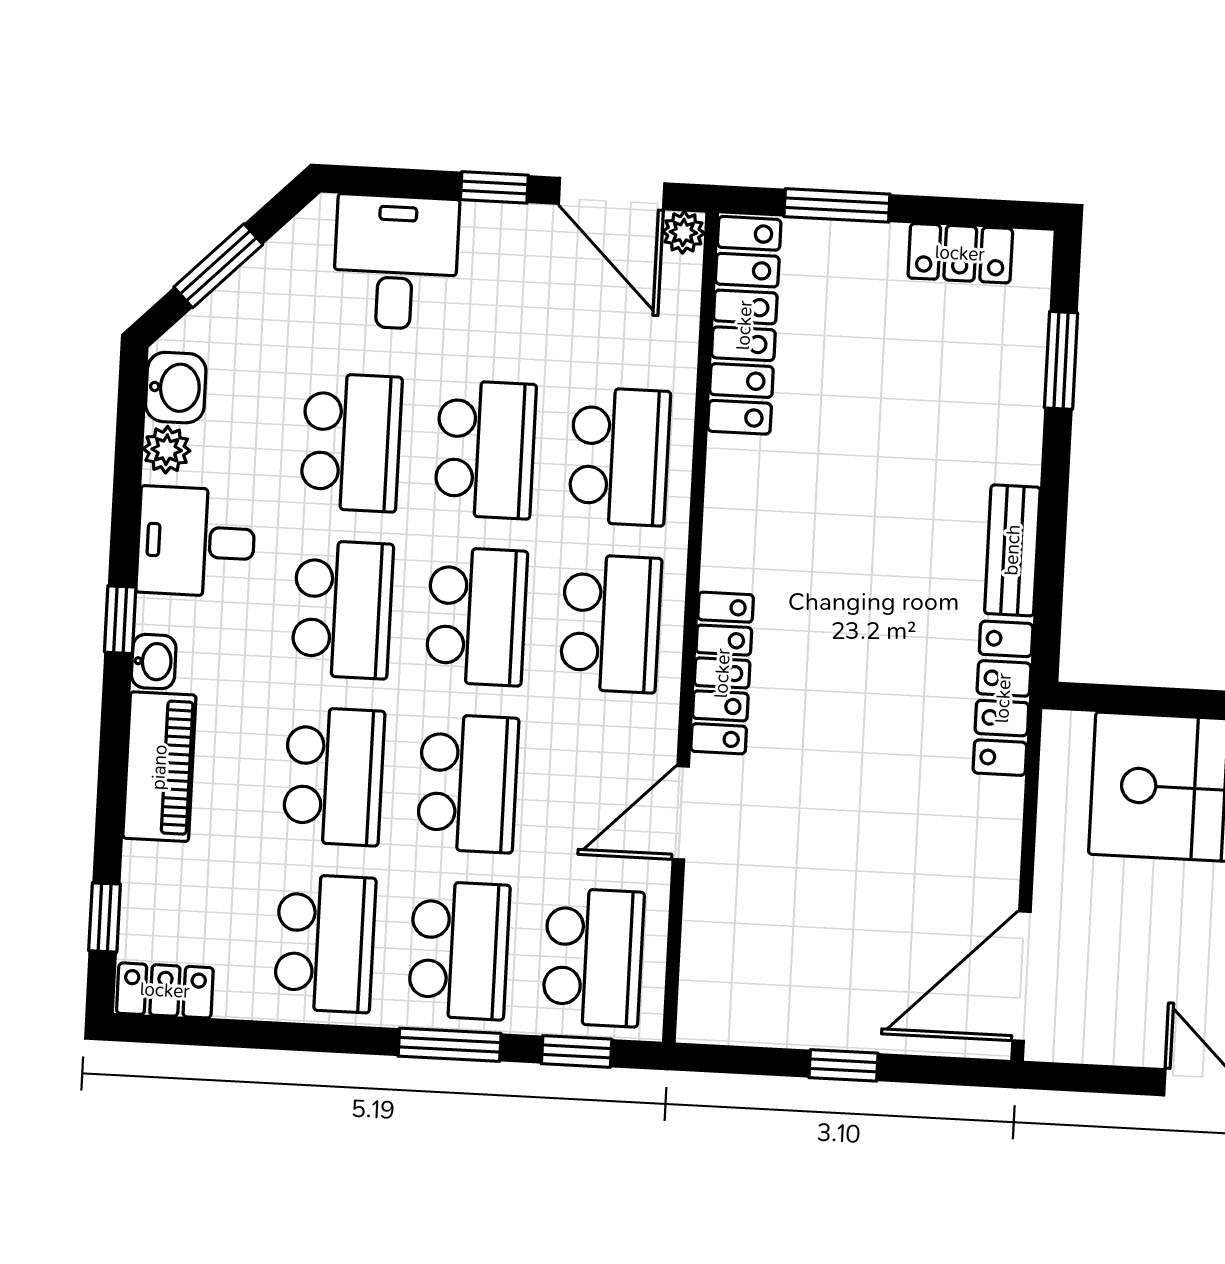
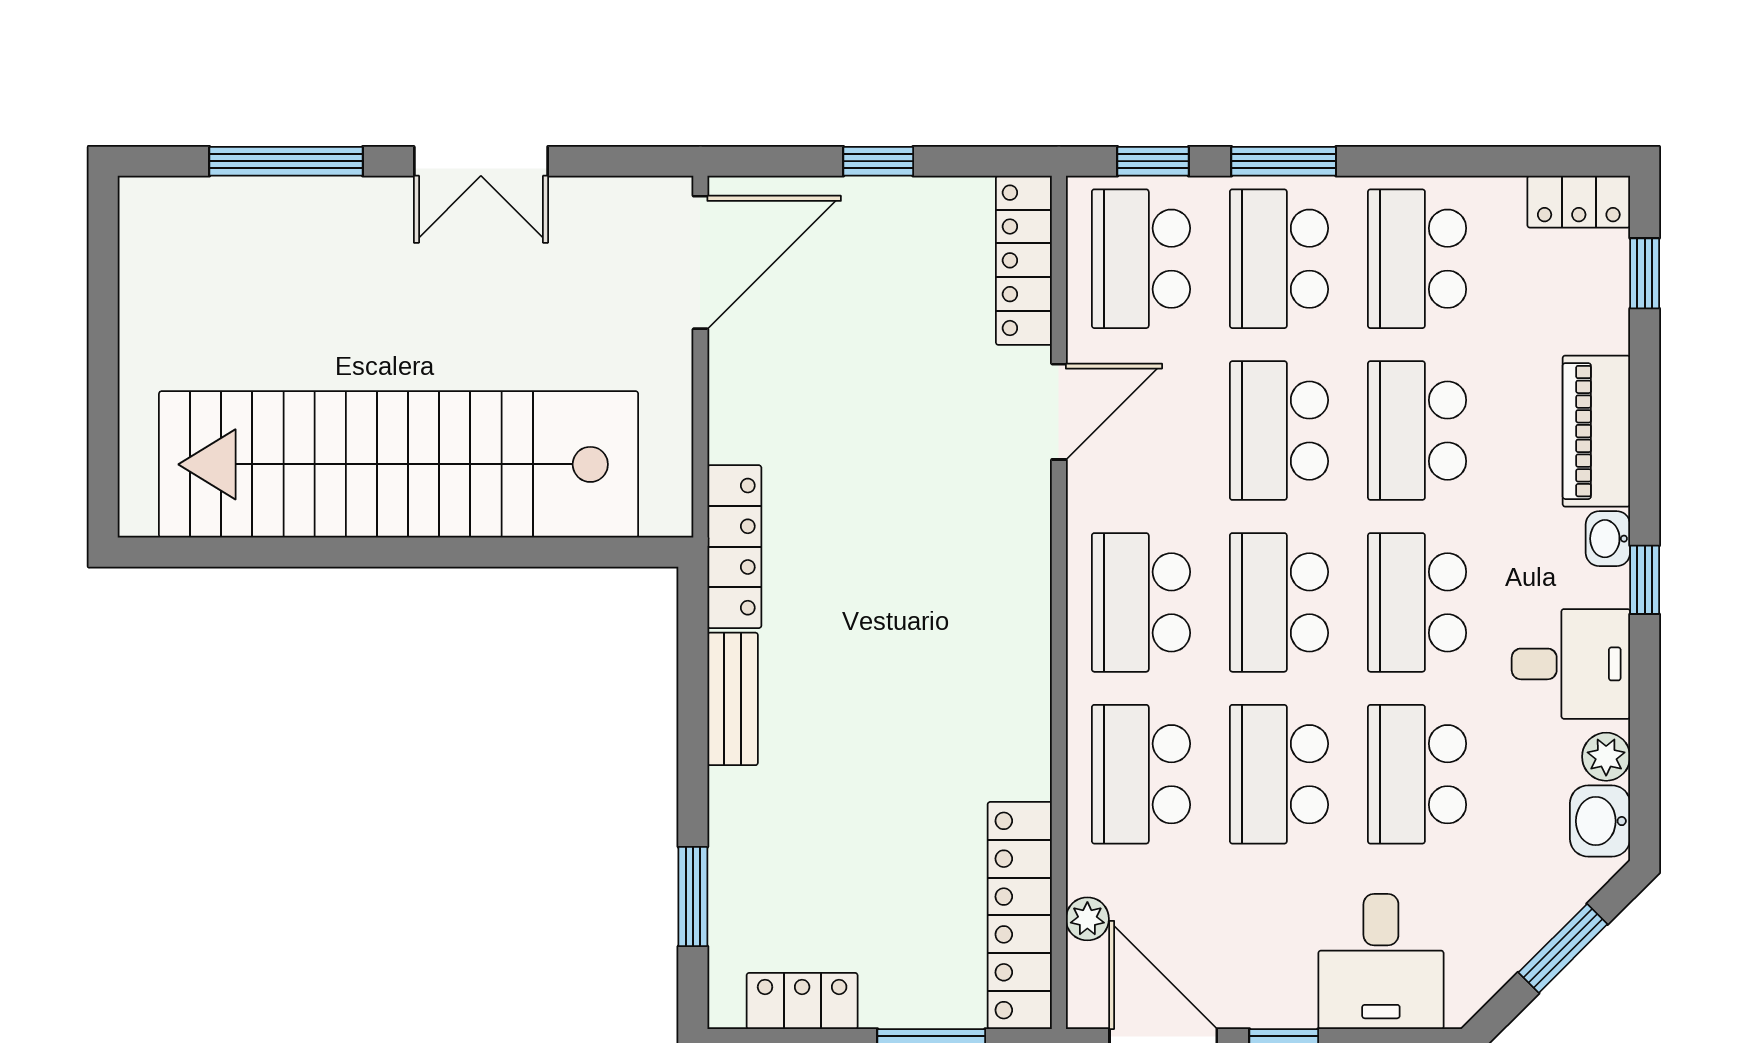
plant: (683, 232) -> (1087, 919), moved
locker: (722, 673) -> (1024, 260), moved

